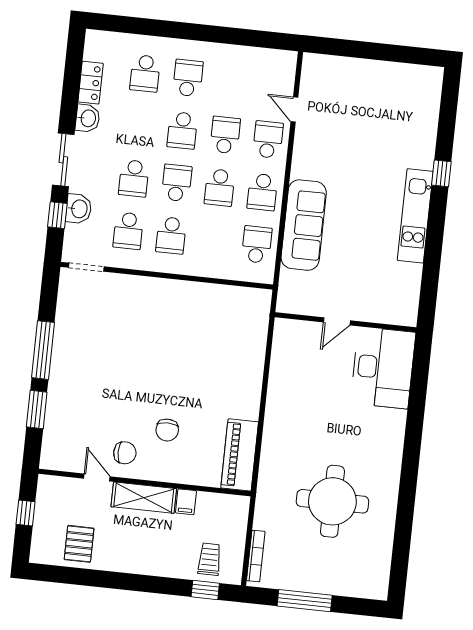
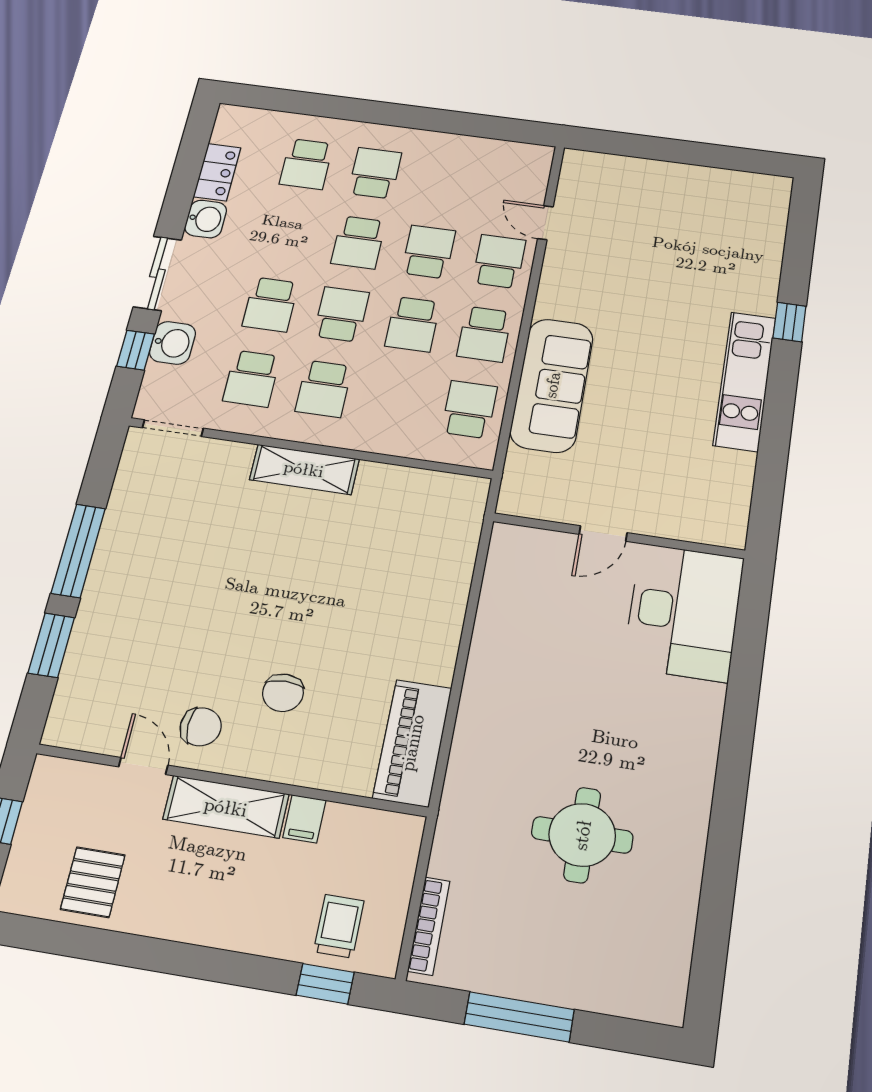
shelving: (165, 290) -> (304, 469), added
round table: (332, 501) -> (582, 835), width x0.73, depth x0.73

